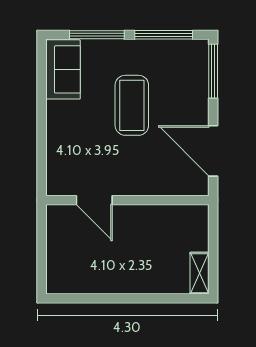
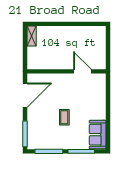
coffee table: (132, 105) -> (64, 117), width x0.54, depth x0.58
door: (213, 151) -> (25, 95), hinge flipped

